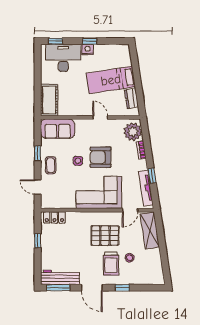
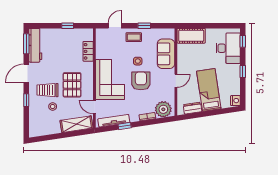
nightstand: (88, 50) -> (235, 101), moved
sofa: (58, 129) -> (166, 54), moved
locker: (54, 217) -> (88, 51), moved

